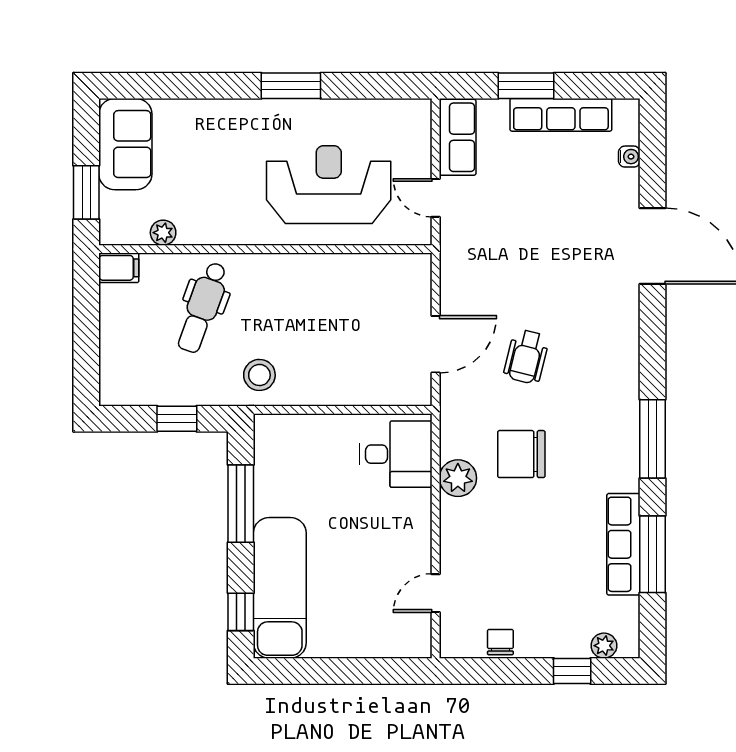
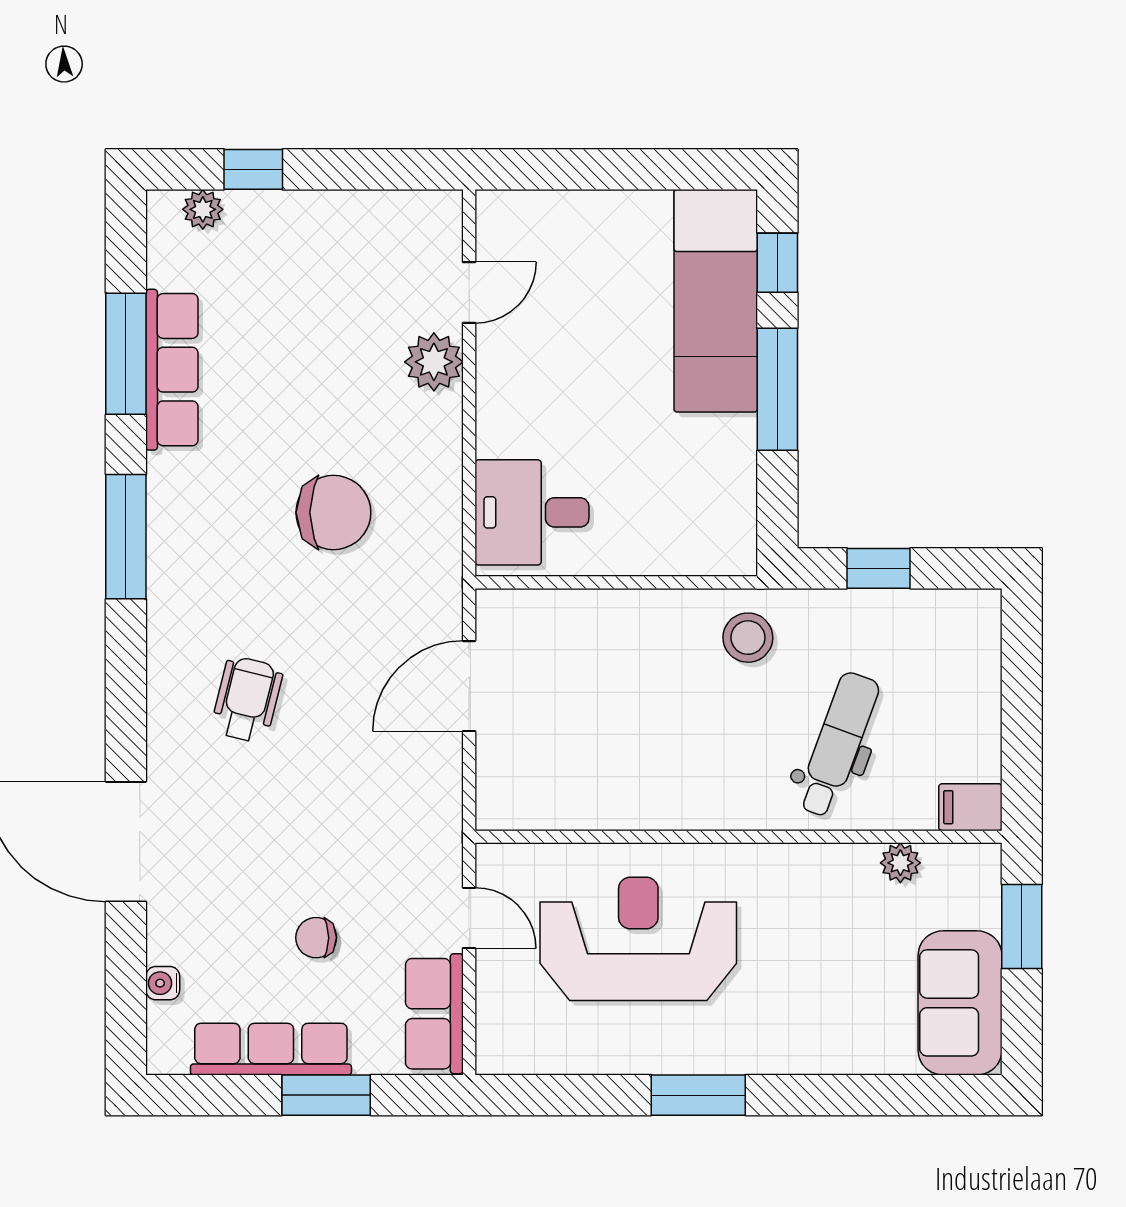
reception desk: (329, 185) -> (638, 939), turned 180
wheelchair: (526, 357) -> (247, 699), moved
plant: (458, 478) -> (434, 362), moved
window: (241, 504) -> (777, 389), moved
chair: (500, 642) -> (316, 938), moved, turned 90

